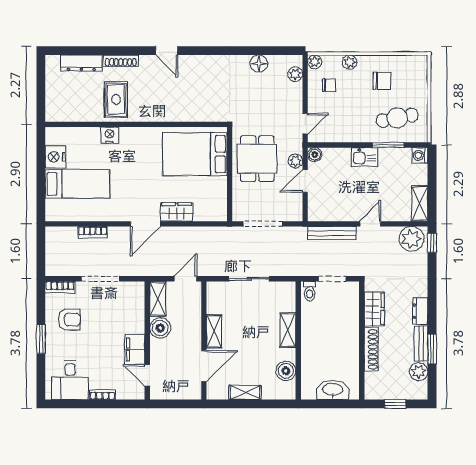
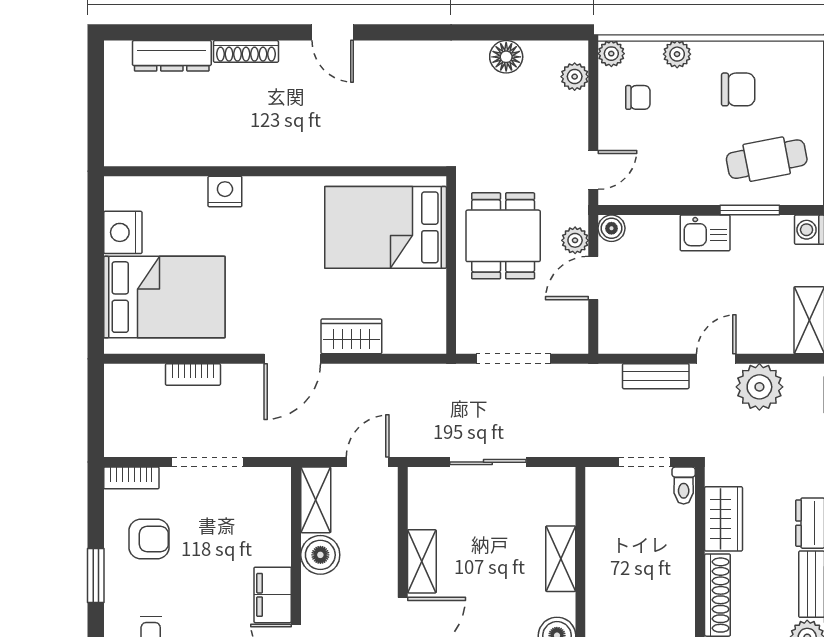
rug: (116, 99) -> (237, 124), removed
bed: (77, 184) -> (164, 297), width x1.50
bench: (332, 233) -> (656, 376), width x0.73
plant: (412, 239) -> (759, 387), moved
toilet: (310, 291) -> (684, 485), moved

